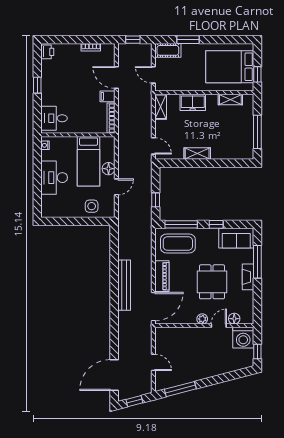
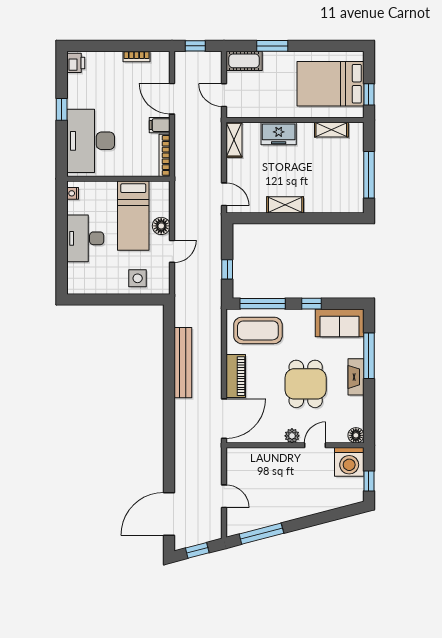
desk: (54, 118) -> (91, 141), width x1.87, depth x1.30
bench: (124, 285) -> (183, 363), moved
floor lamp: (234, 319) -> (356, 435), moved

